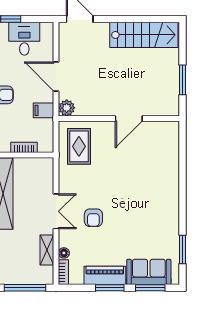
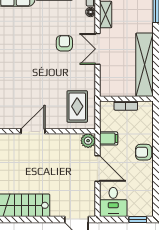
desk: (24, 39) -> (113, 202), moved

